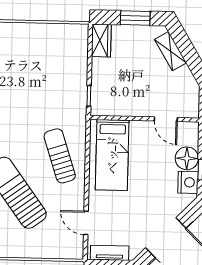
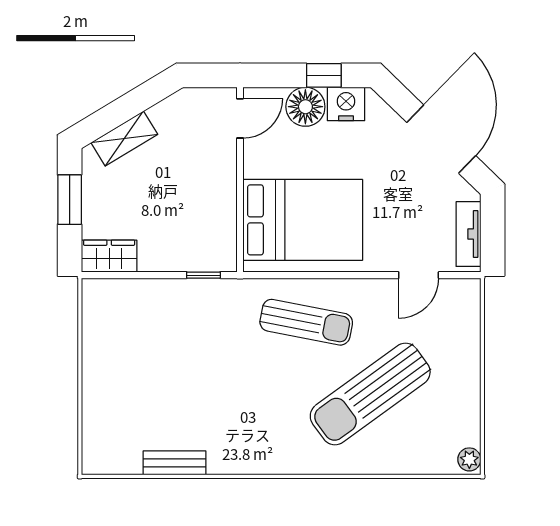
door: (166, 119) -> (240, 118), moved
bed: (112, 155) -> (303, 220), width x1.50
sun lounger: (60, 156) -> (306, 322), turned -151

